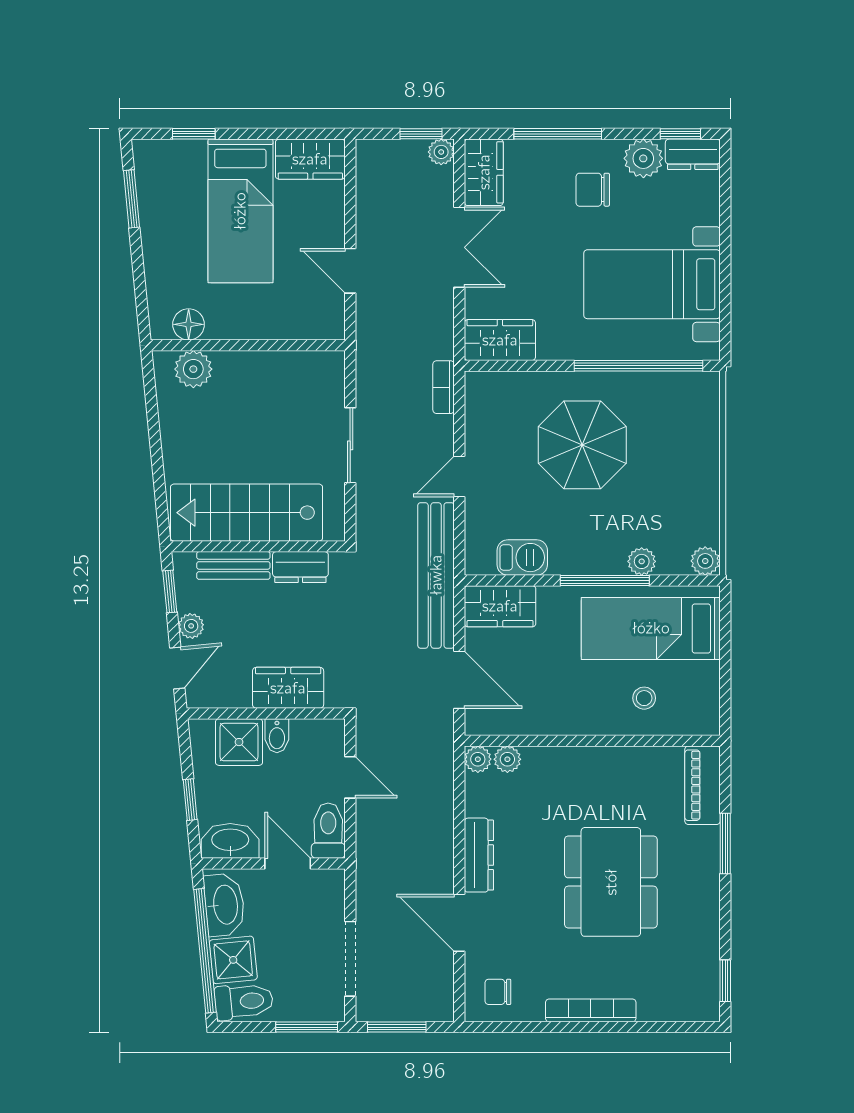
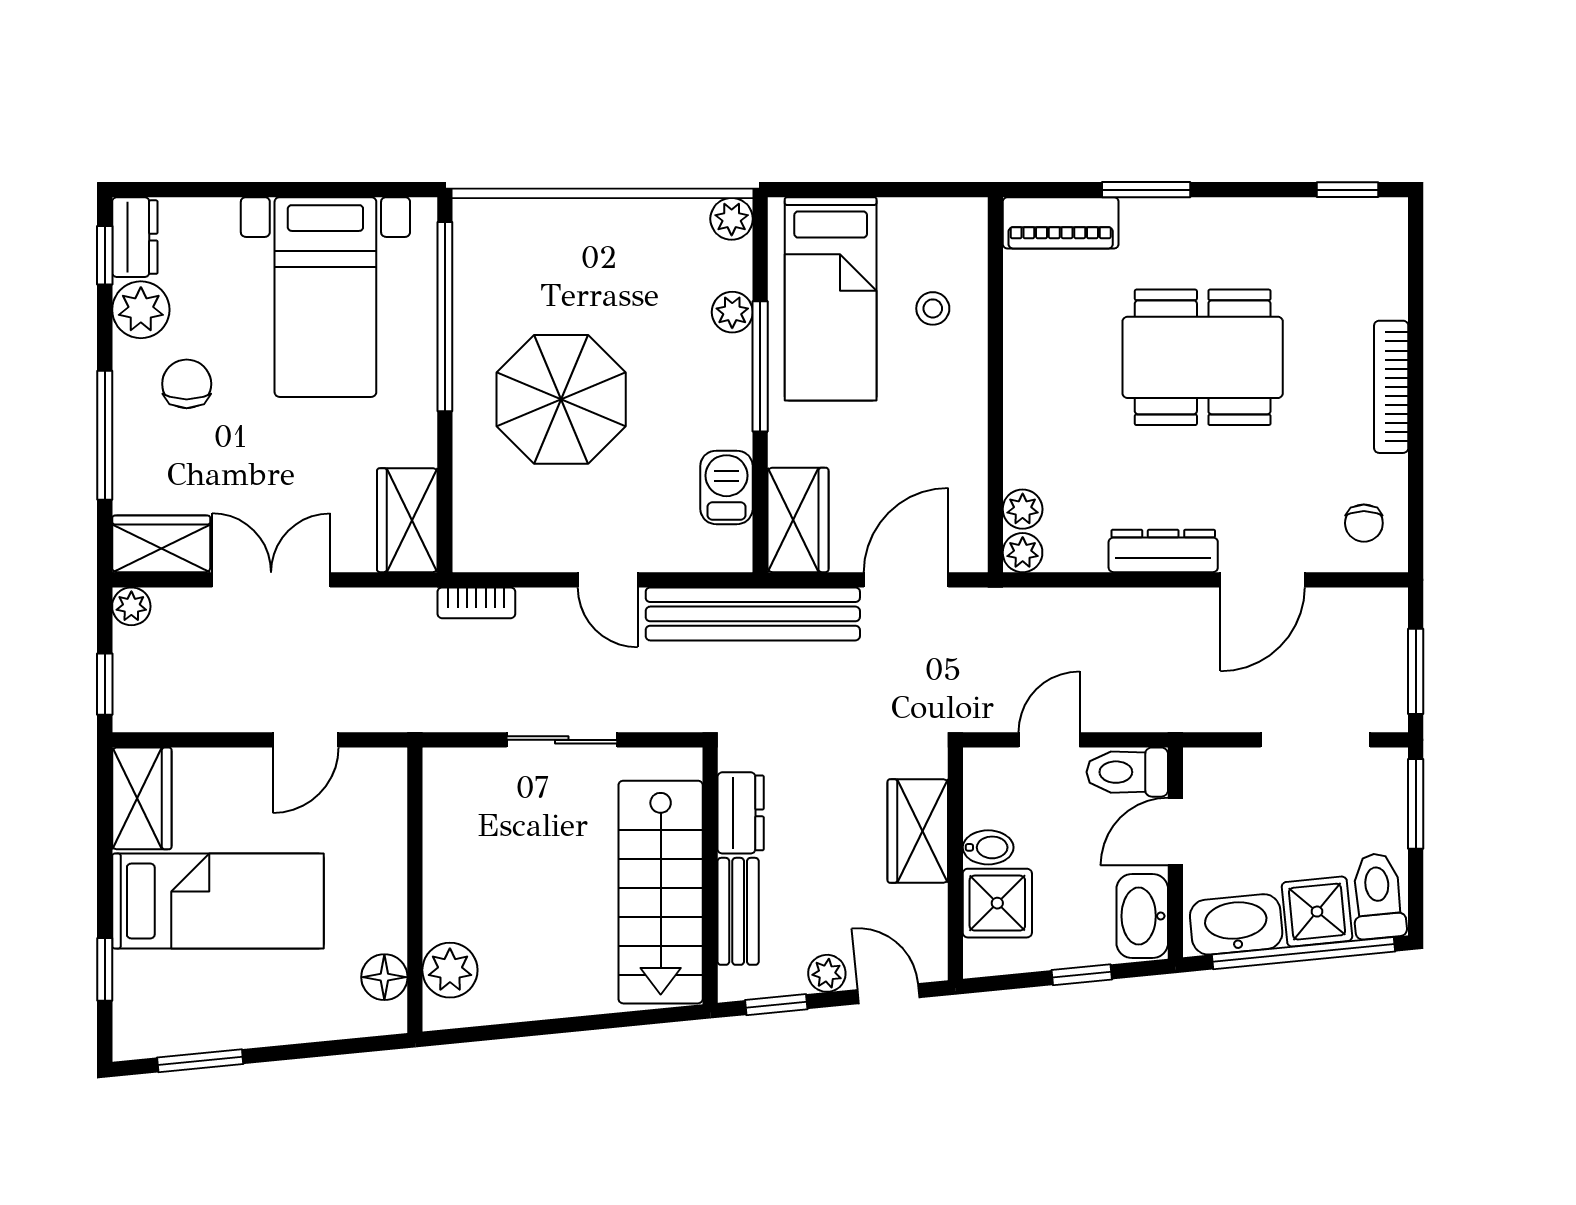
window: (421, 134) -> (105, 684), moved
chair: (593, 190) -> (187, 384), turned 180

